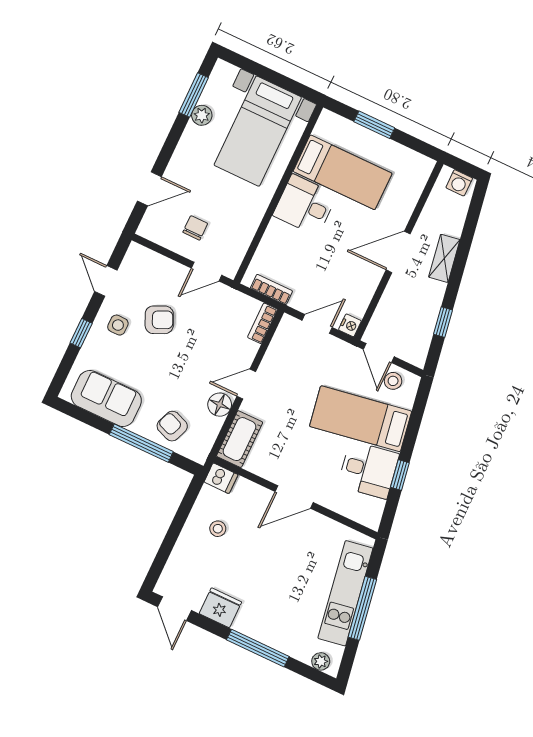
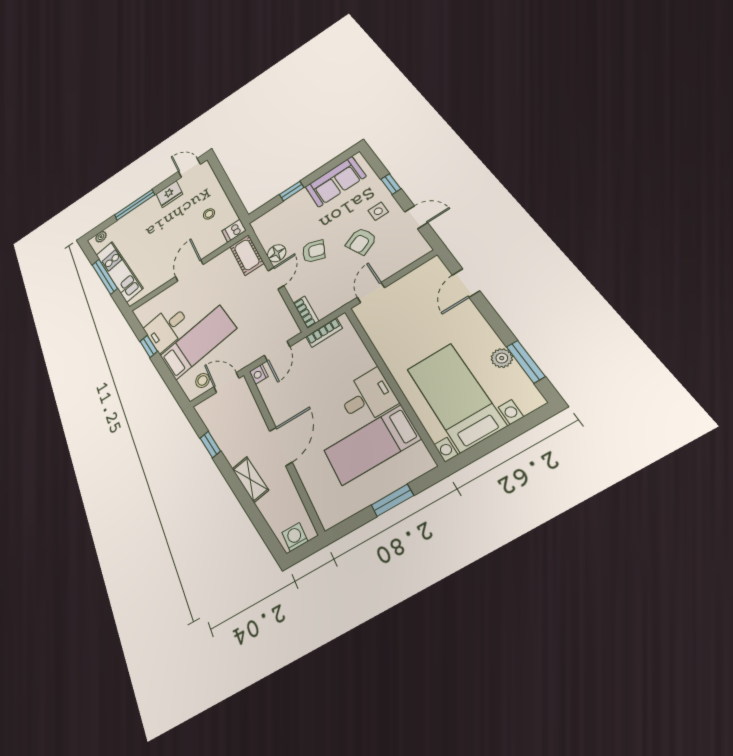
chair: (195, 228) -> (410, 302), removed
armchair: (172, 426) -> (314, 251), moved
window: (141, 443) -> (292, 191), width x0.46

